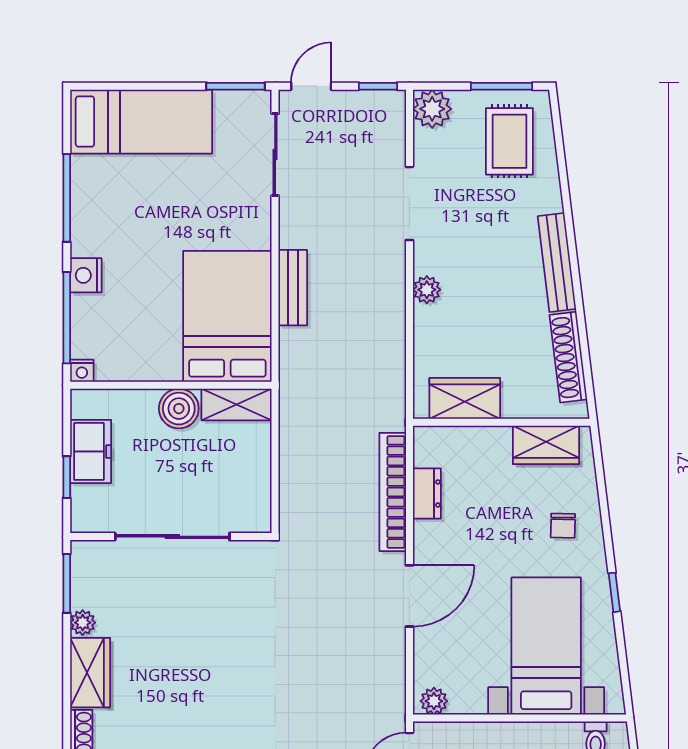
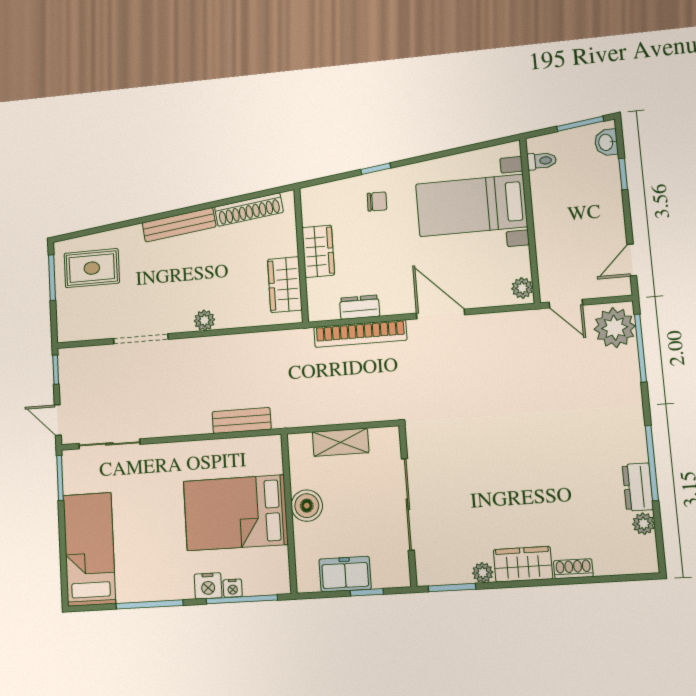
plant: (432, 109) -> (71, 328), removed
bench: (293, 288) -> (242, 420), moved
bed: (227, 316) -> (236, 513), moved
nightstand: (82, 371) -> (233, 588), moved, turned 90
shelving: (237, 404) -> (341, 442), moved, turned 90
wardrobe: (546, 445) -> (318, 251), moved
window: (614, 592) -> (376, 169), moved

